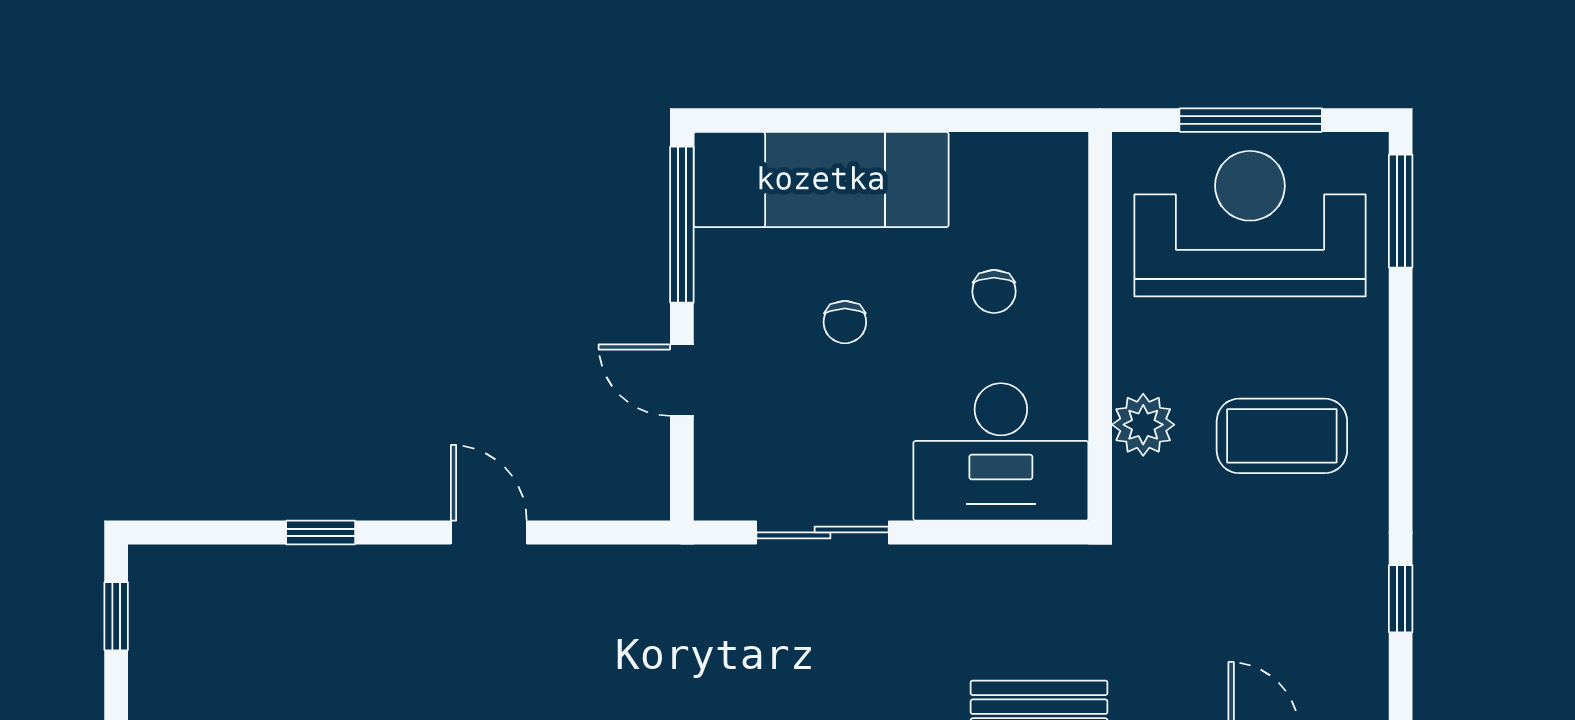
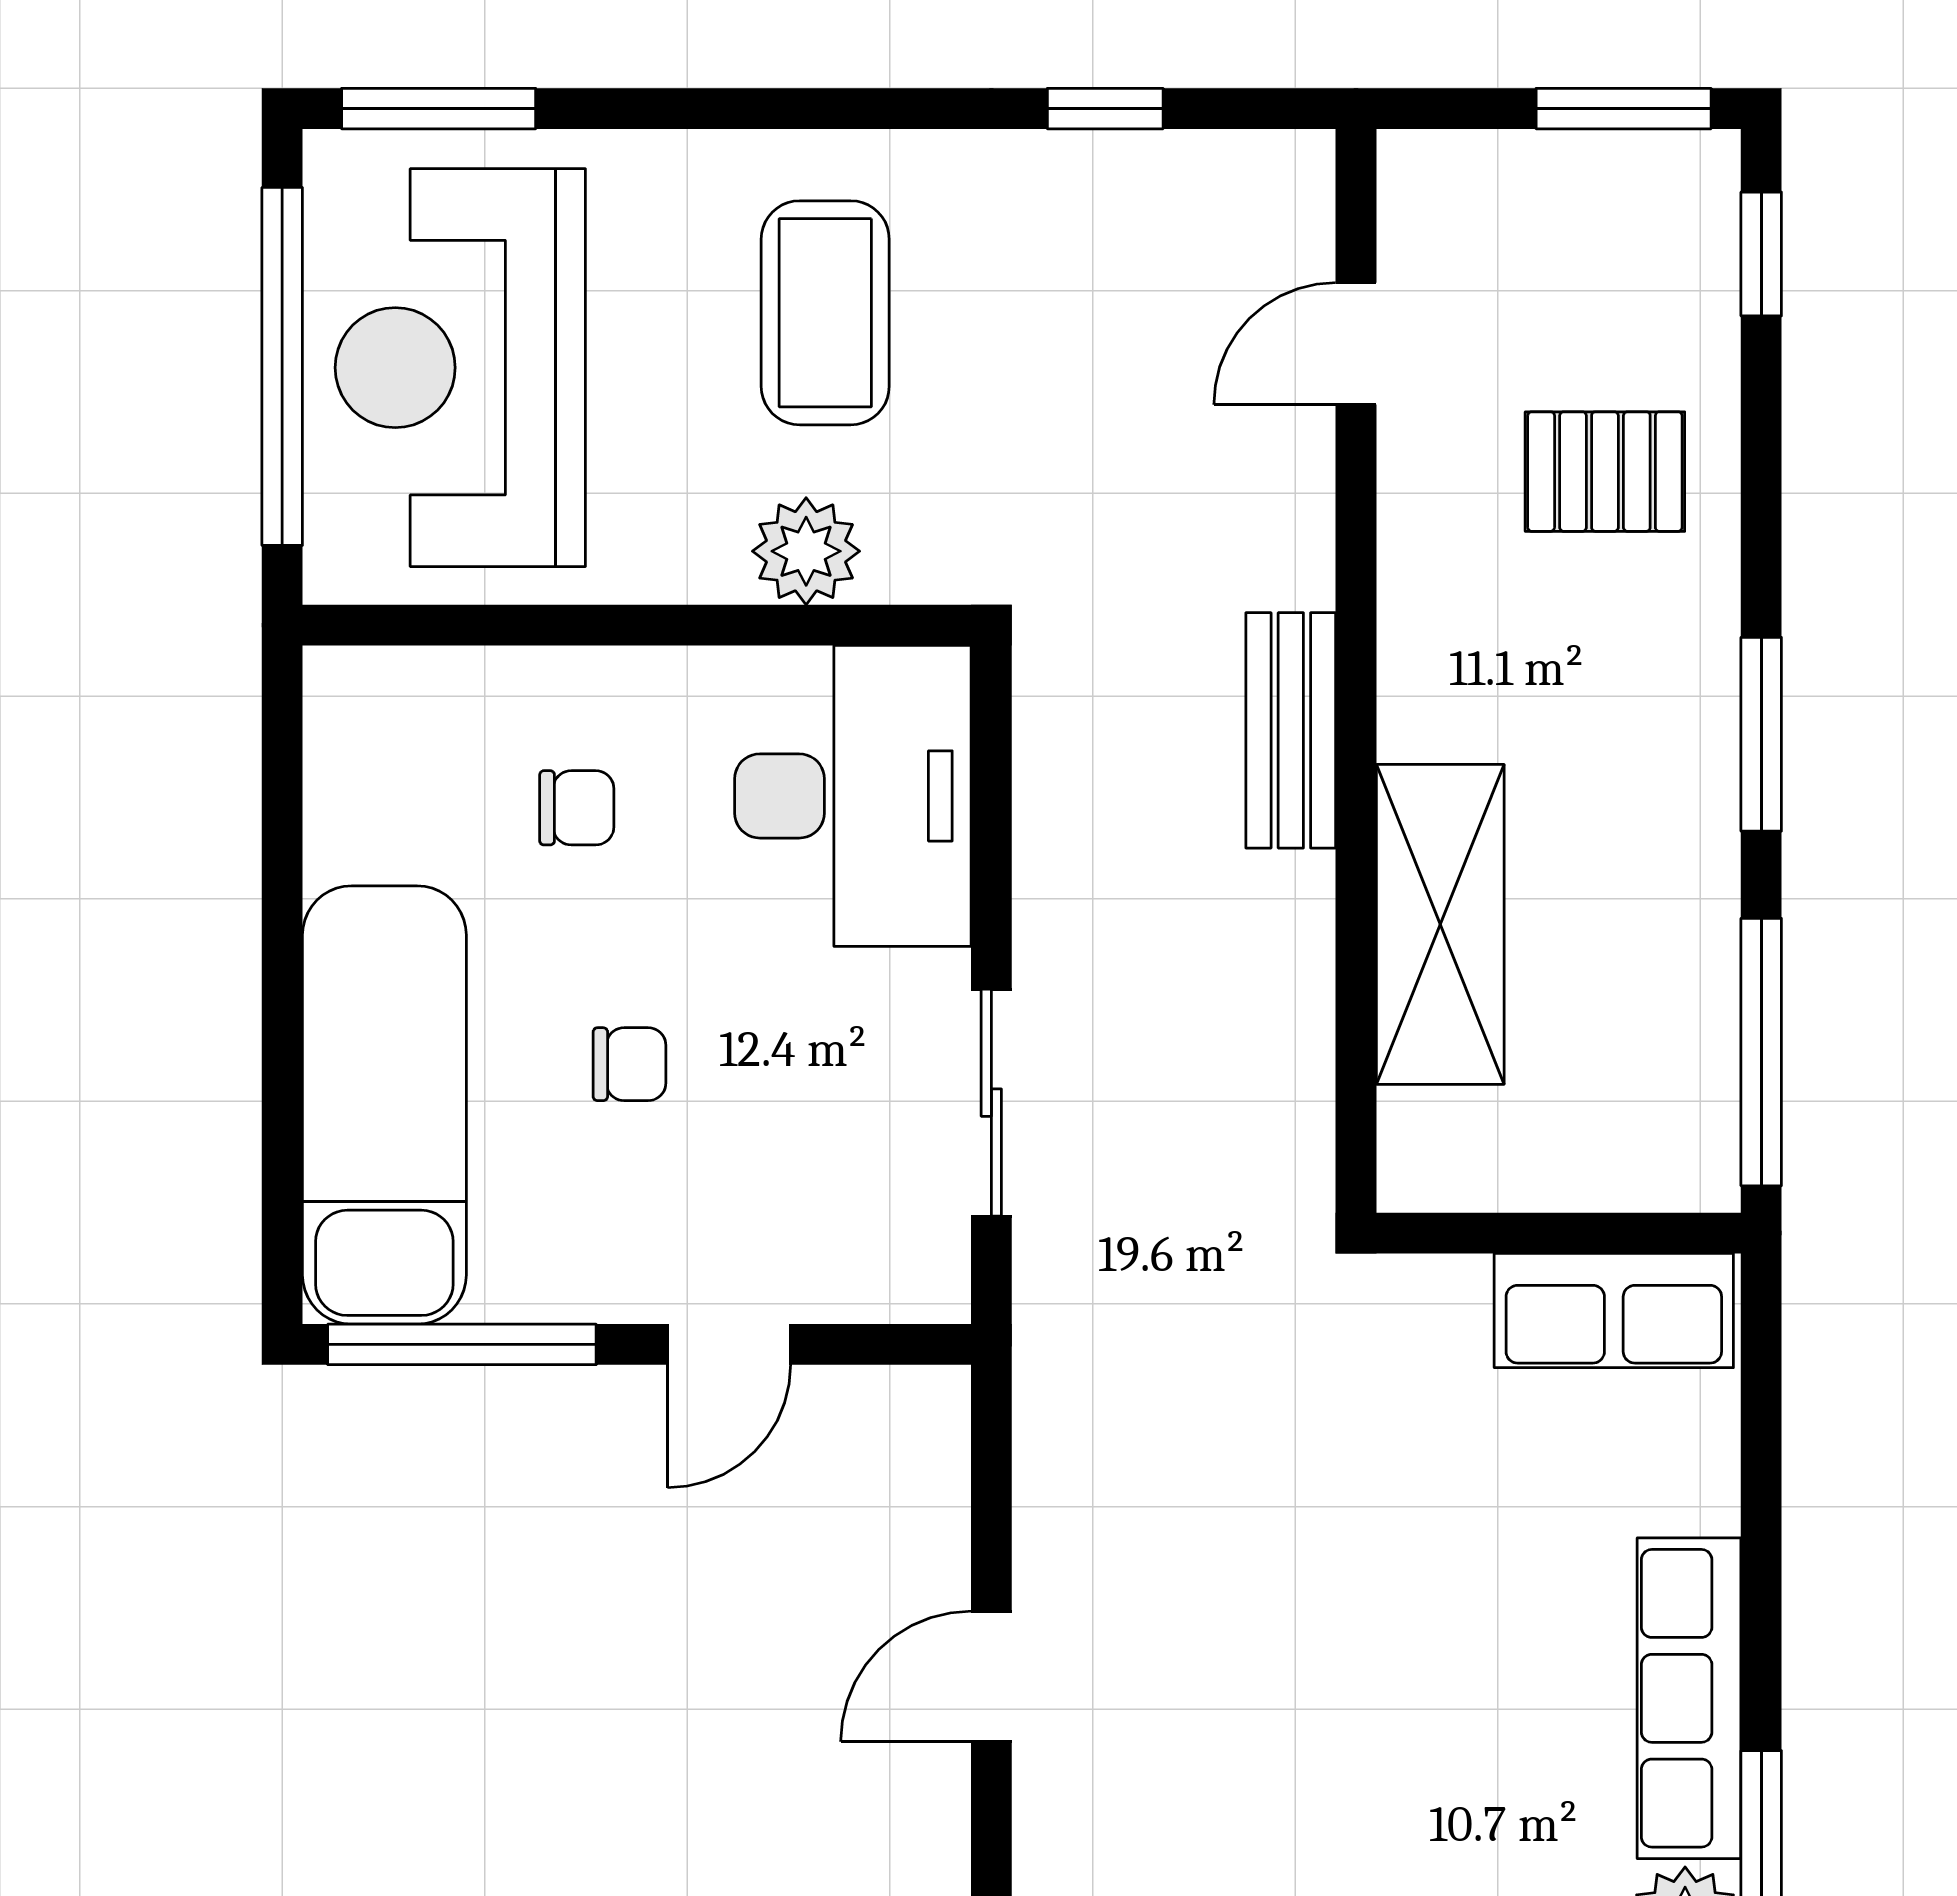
window: (1251, 120) -> (282, 366), width x1.46

